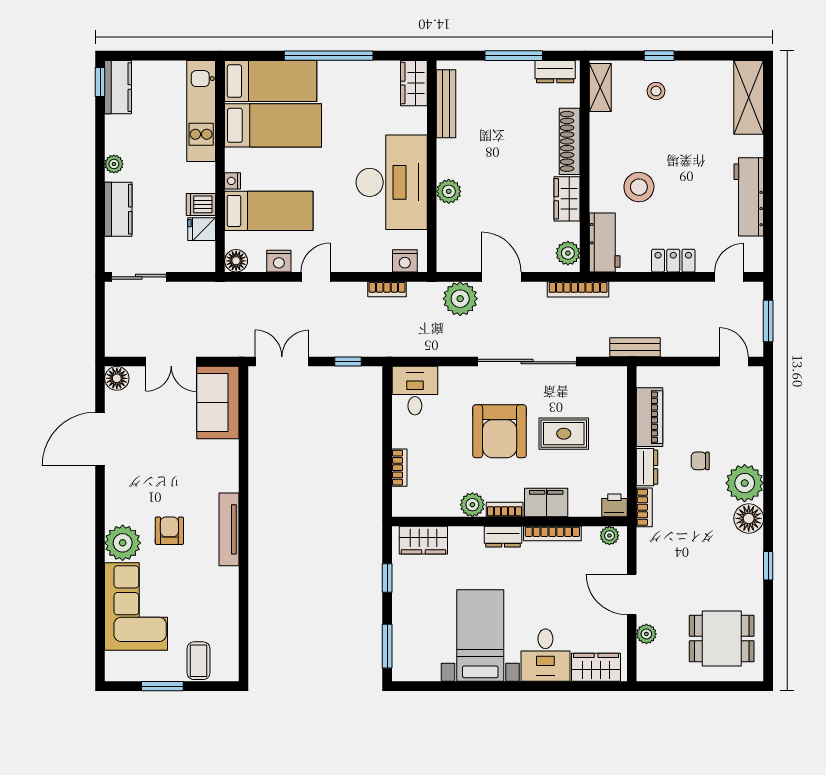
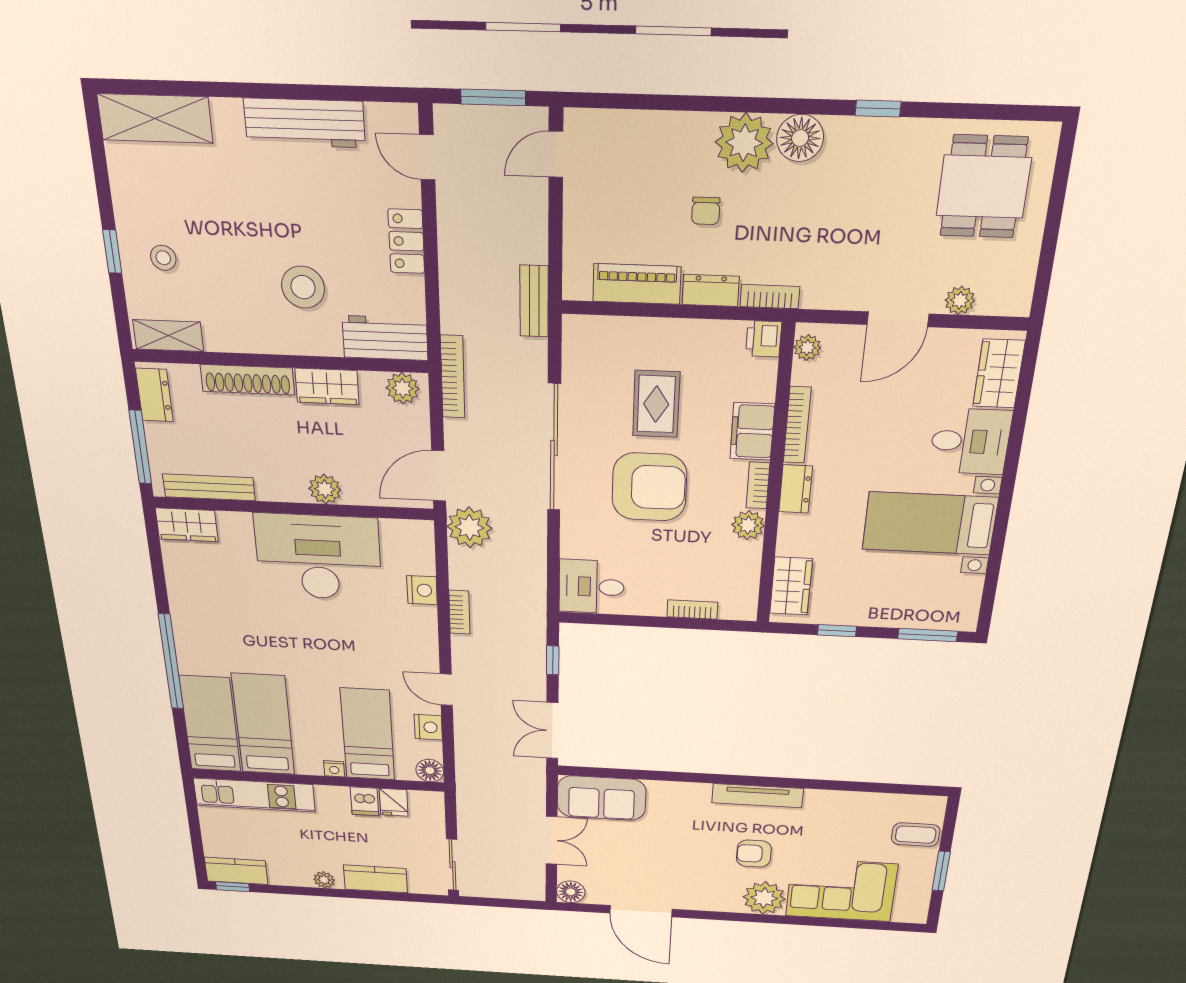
wardrobe: (414, 83) -> (187, 525), moved
bench: (446, 104) -> (209, 487), moved
wall: (432, 166) -> (293, 508), moved
desk: (392, 182) -> (318, 557), moved
plant: (449, 191) -> (325, 489), moved

